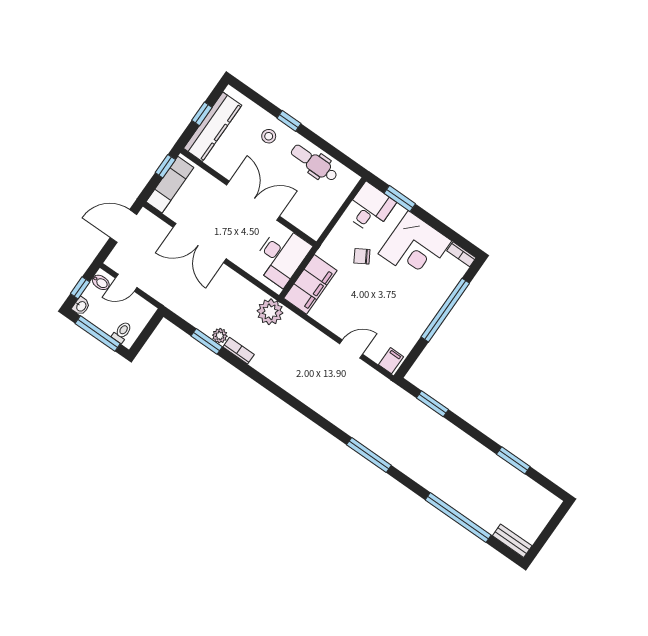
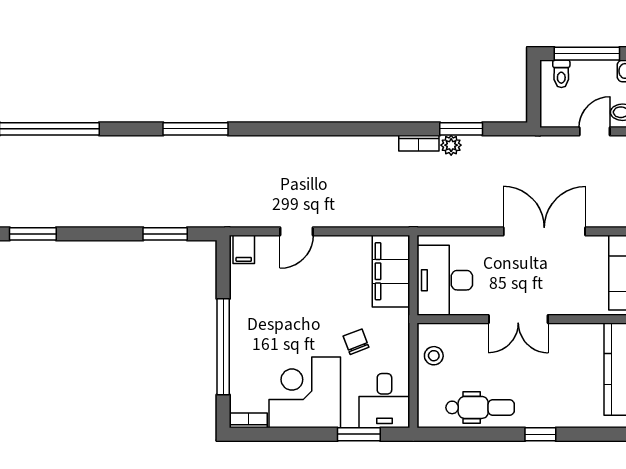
stool: (269, 136) -> (434, 356), moved
double door: (253, 201) -> (518, 319), width x0.73
chair: (362, 256) -> (356, 342), turned -80
plant: (270, 312) -> (414, 210), removed

